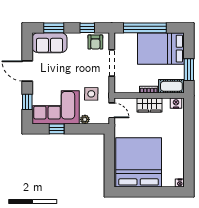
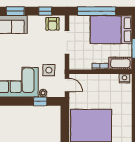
wardrobe: (149, 105) -> (101, 80), removed
window: (57, 129) -> (40, 101), moved

